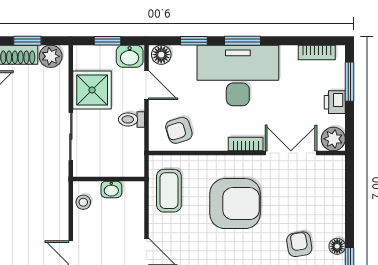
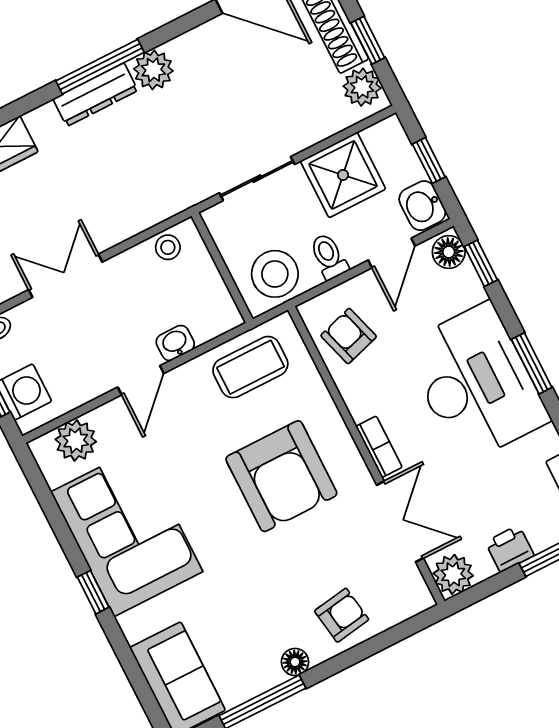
window: (194, 41) -> (481, 263), moved
stool: (126, 153) -> (275, 274), added
washbasin: (111, 189) -> (175, 343), moved, turned 90
armchair: (299, 244) -> (342, 615), moved

